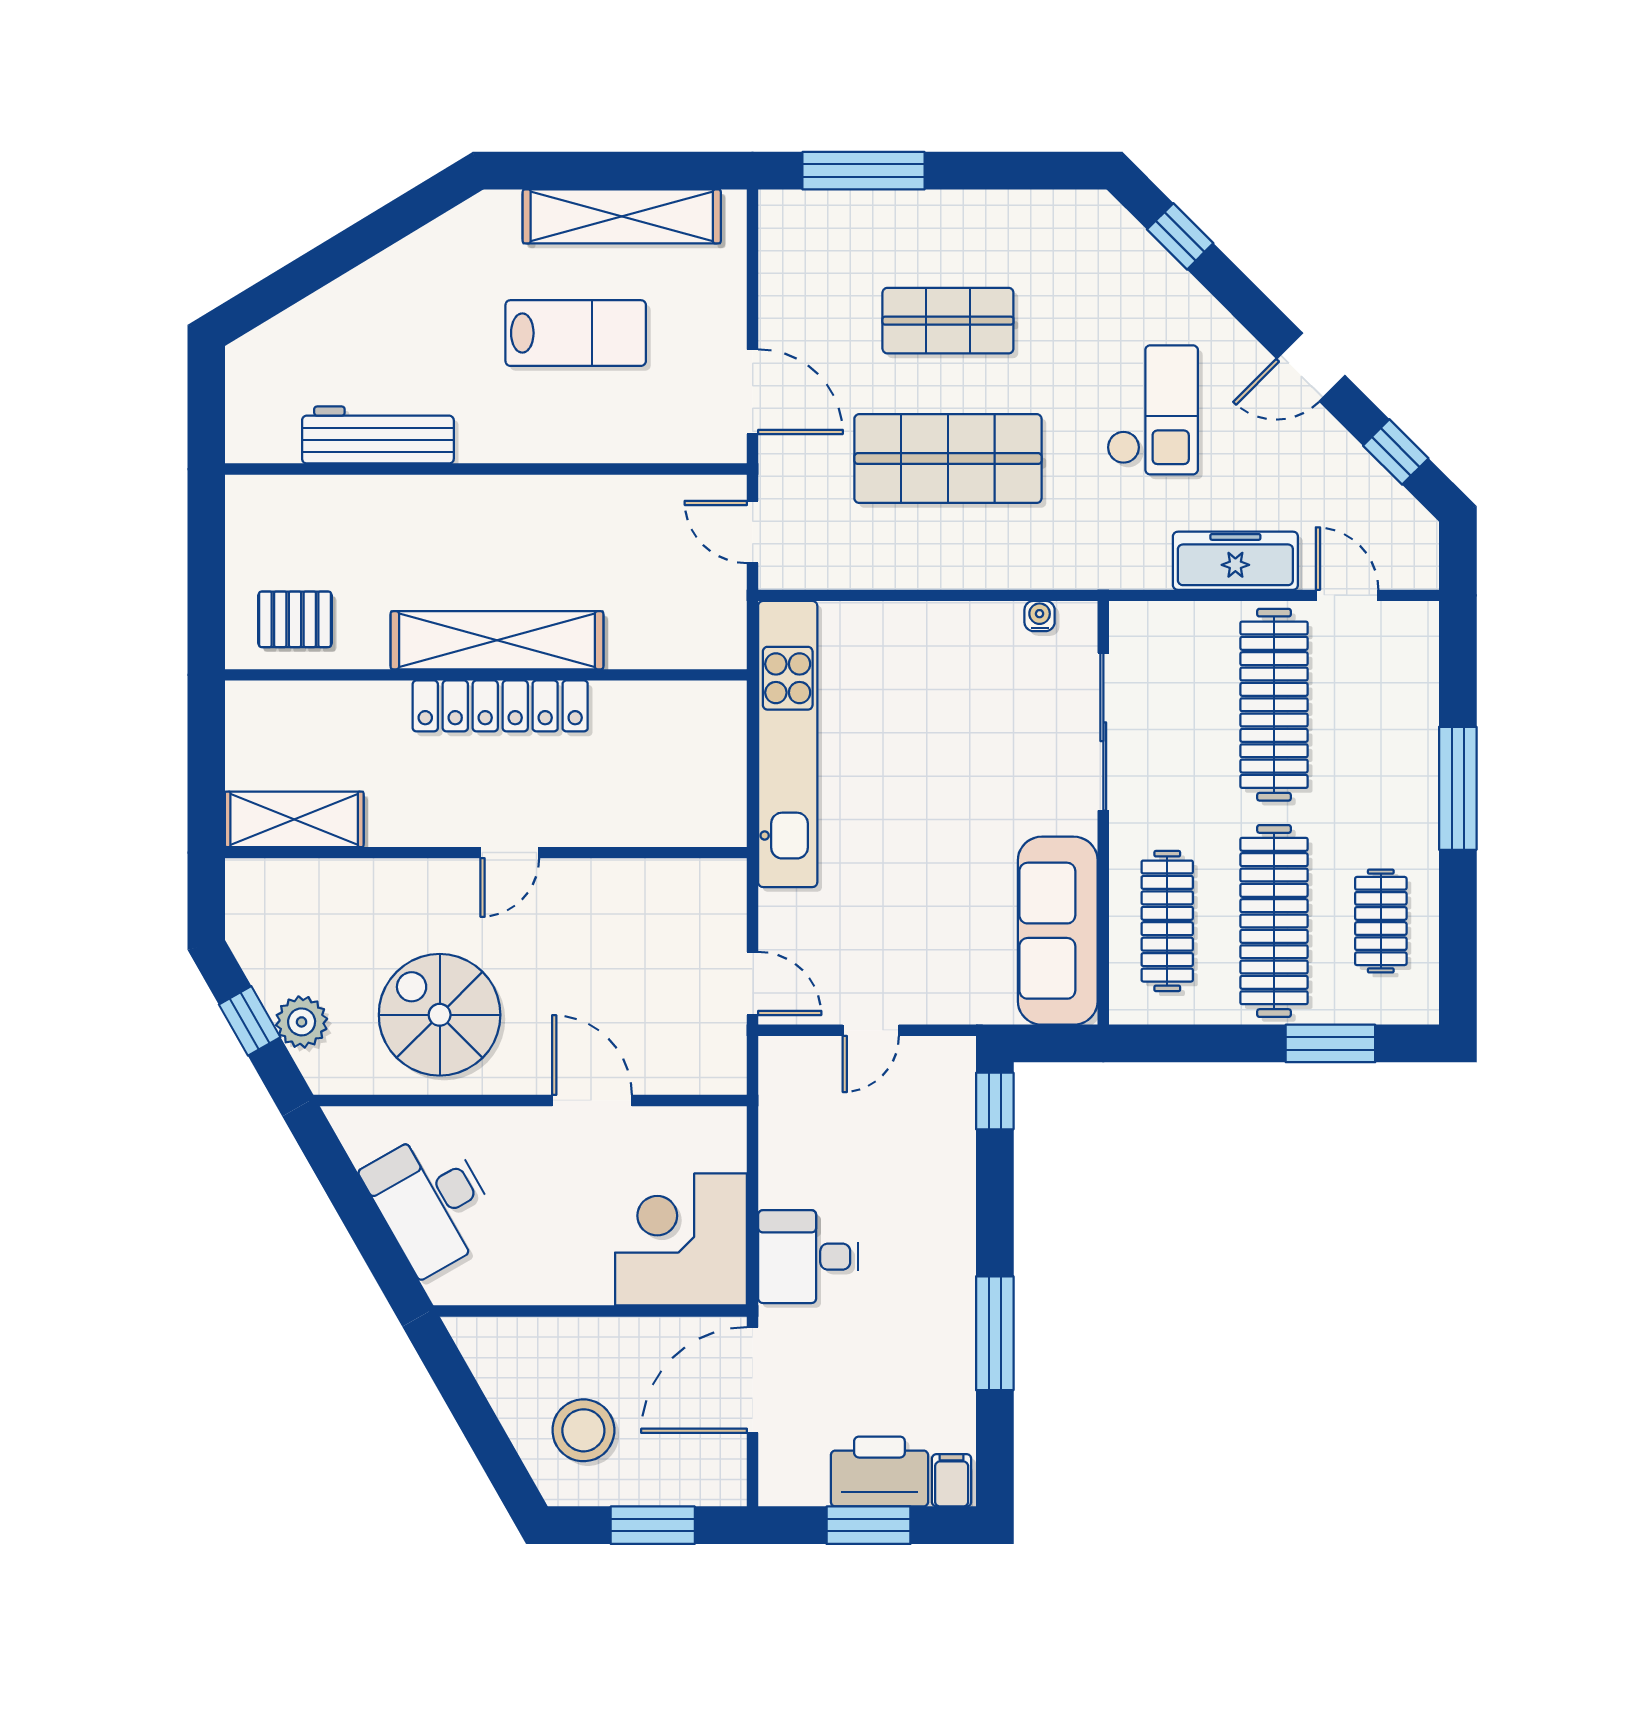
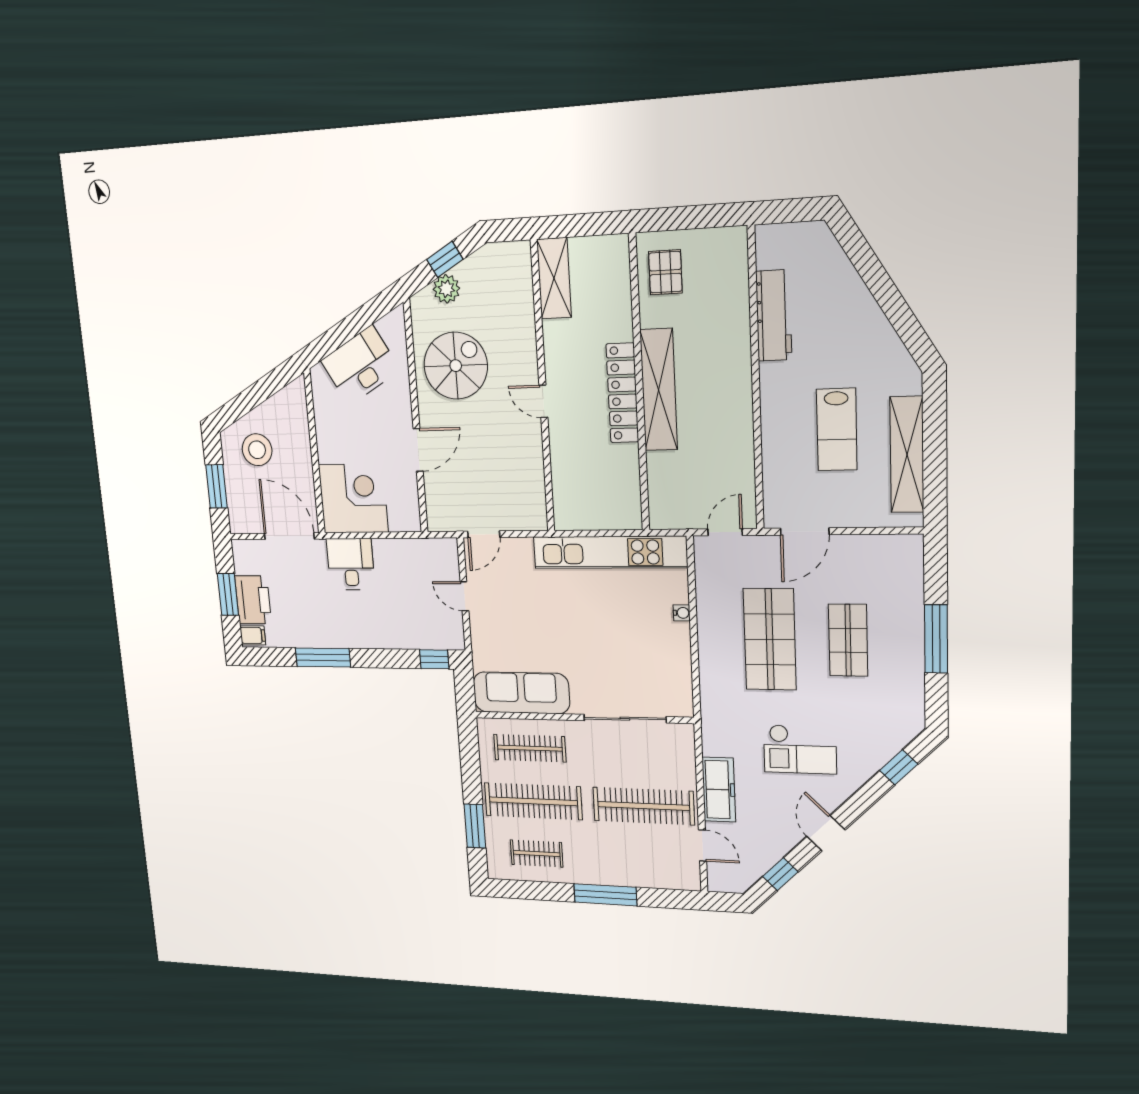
window: (863, 171) -> (936, 639), moved
door: (1347, 595) -> (702, 845), hinge flipped
water cooler: (1040, 616) -> (682, 613), moved

